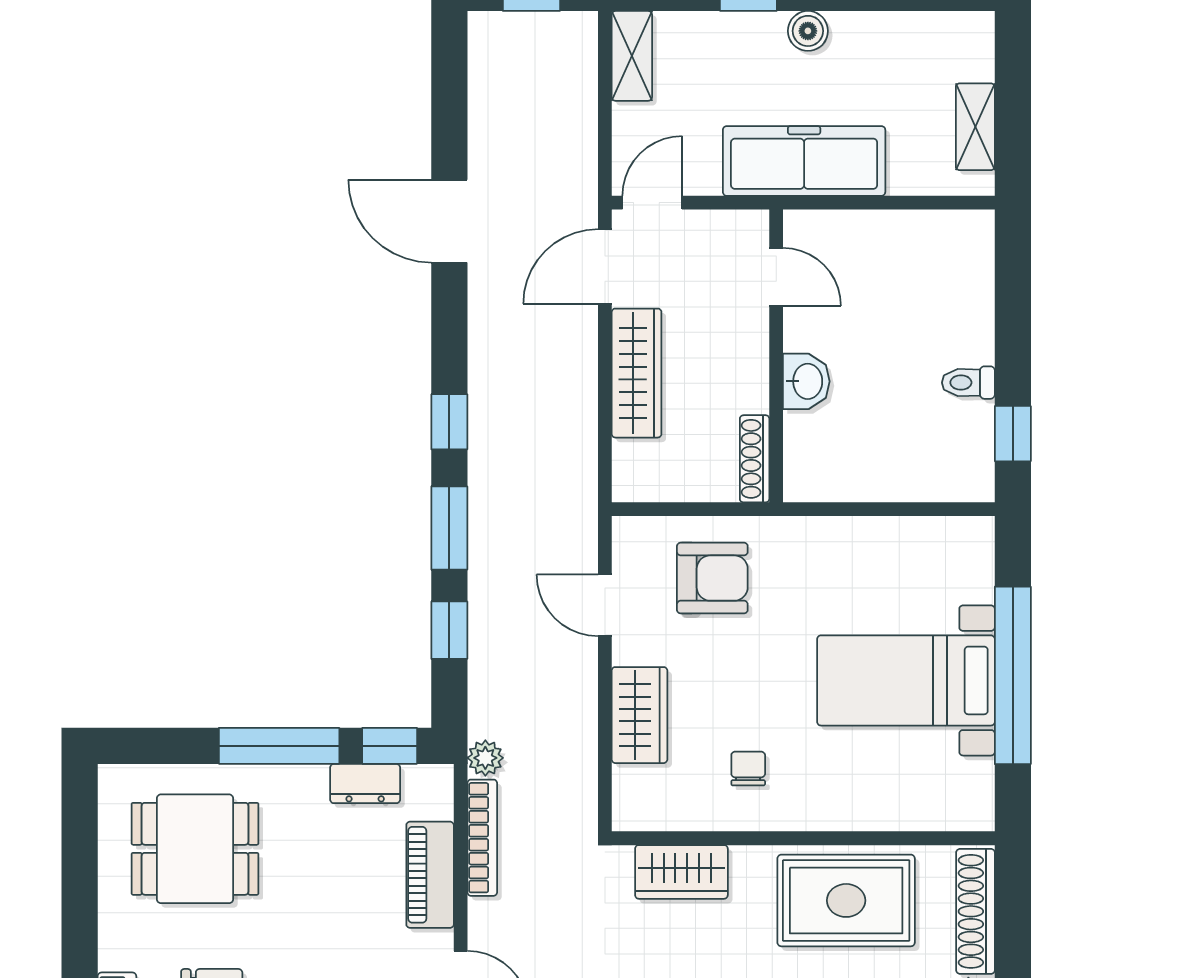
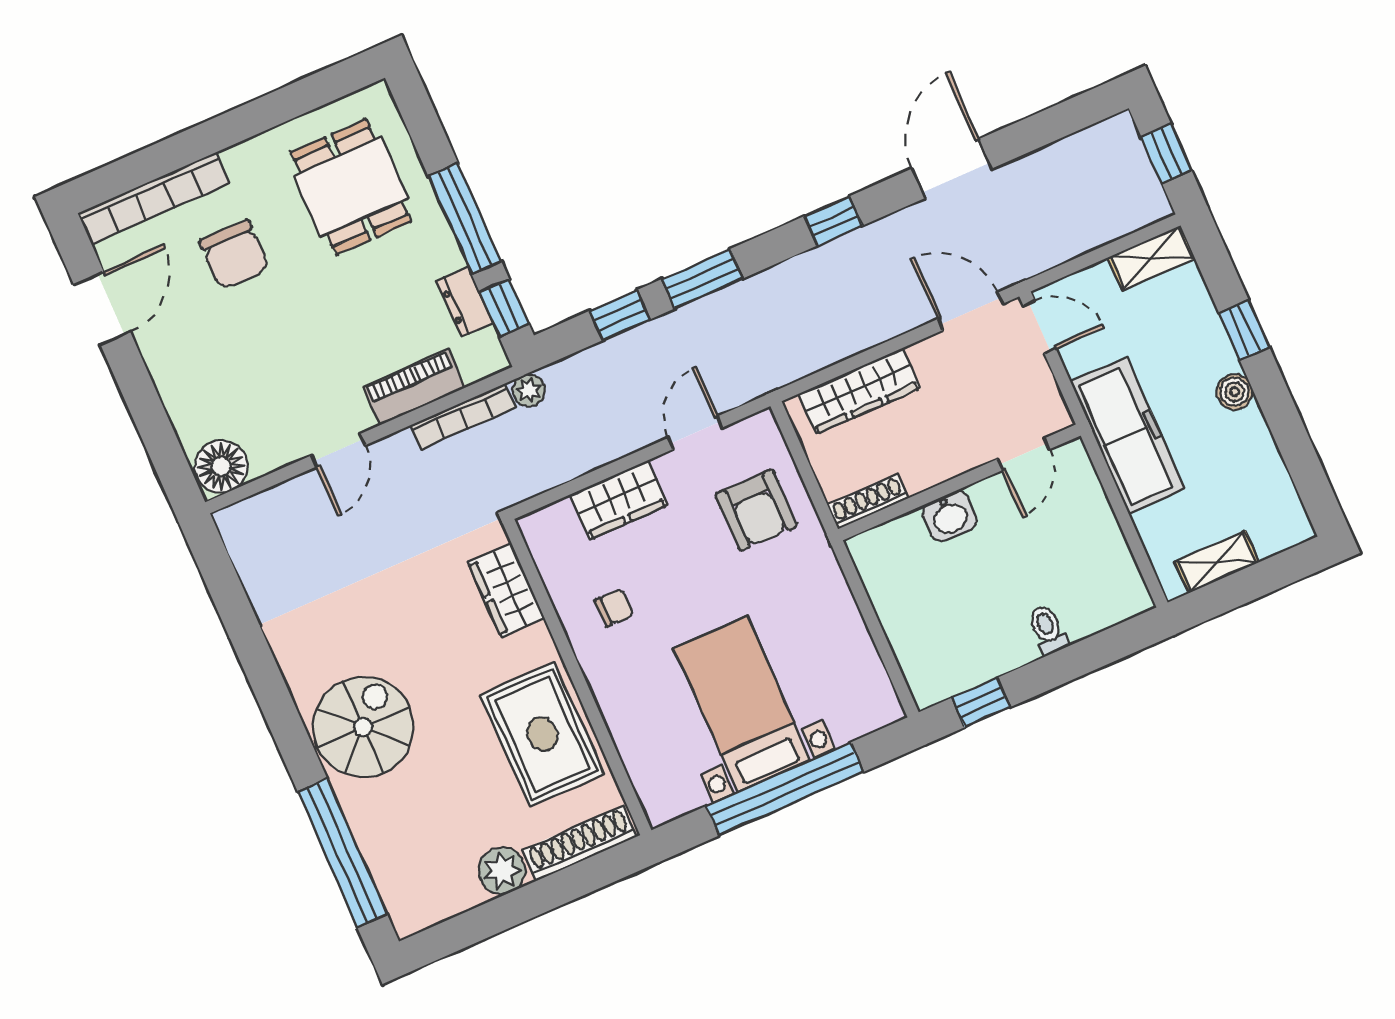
wardrobe: (637, 373) -> (859, 391), moved
toilet: (968, 383) -> (1048, 630), moved
window: (449, 422) -> (833, 221), moved

